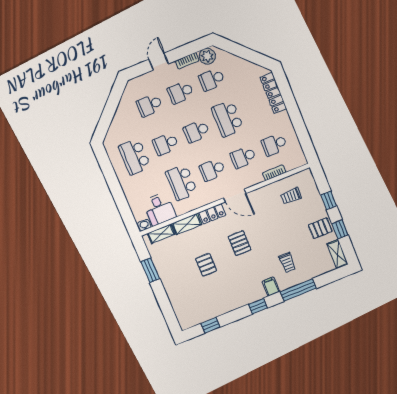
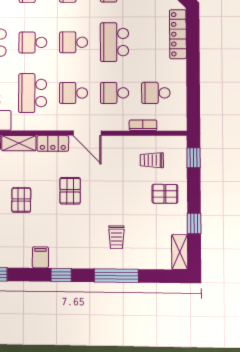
window: (329, 200) -> (194, 158), moved
pallet: (320, 228) -> (165, 194), moved
filing cabinet: (271, 287) -> (40, 257), moved

